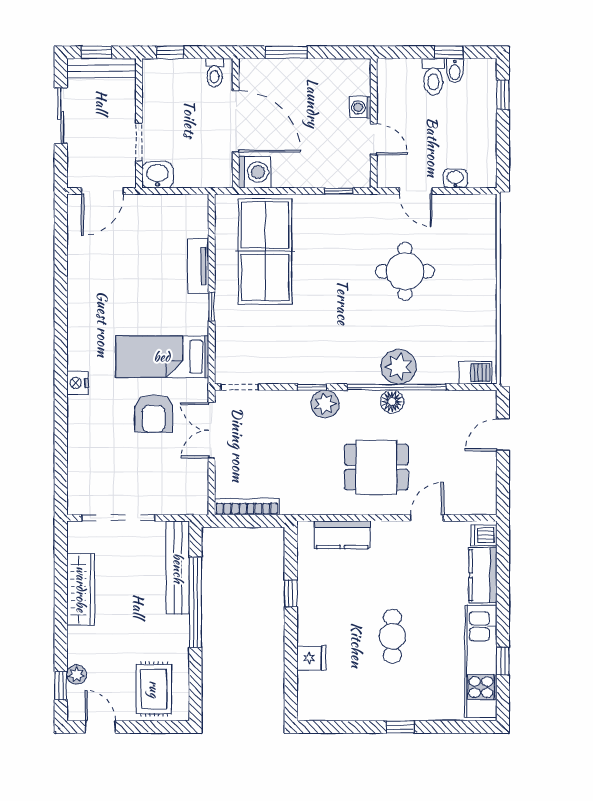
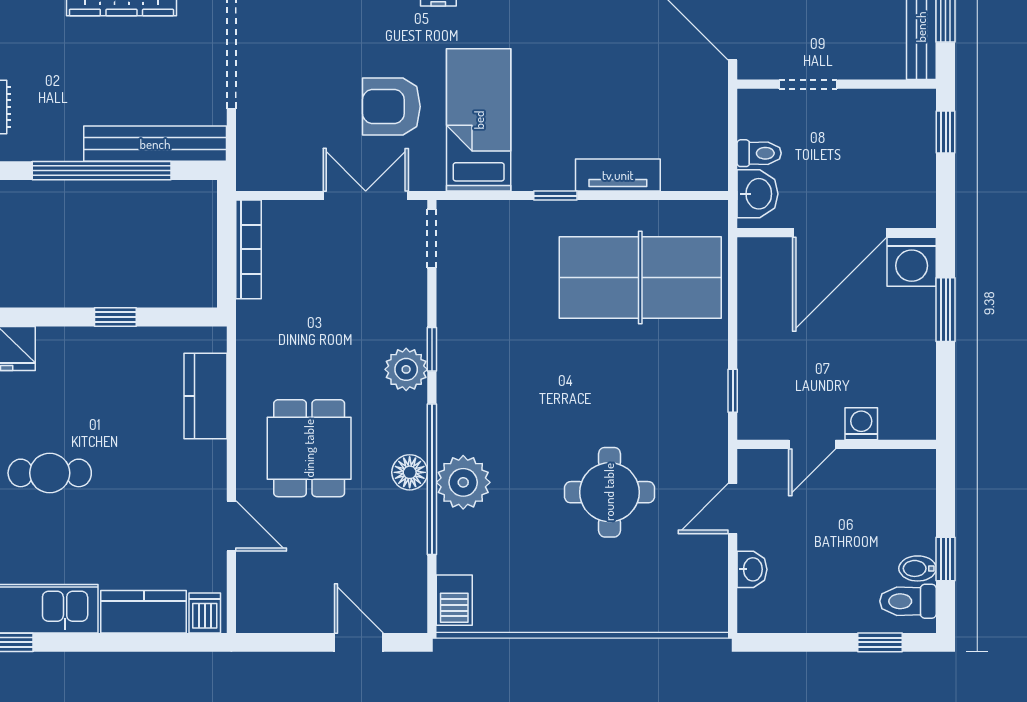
toilet: (214, 73) -> (759, 153), moved, turned 180
toilet: (433, 77) -> (908, 601), moved
washing machine: (255, 172) -> (912, 262), moved
washbasin: (158, 175) -> (758, 194), moved

